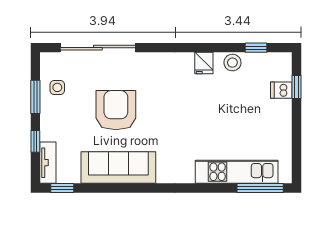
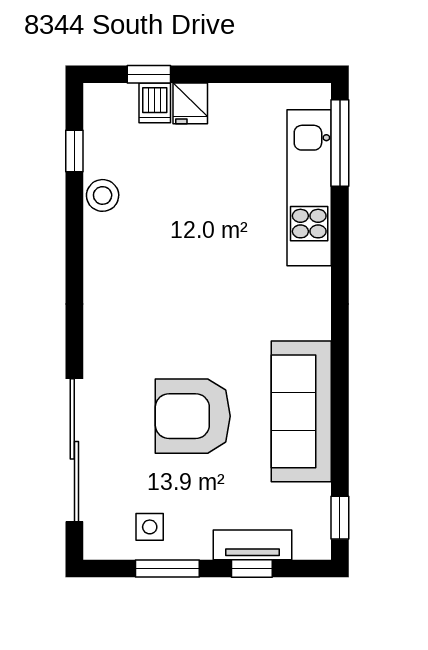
fridge: (204, 63) -> (190, 103), moved, turned 90
tv unit: (48, 163) -> (252, 545), moved

